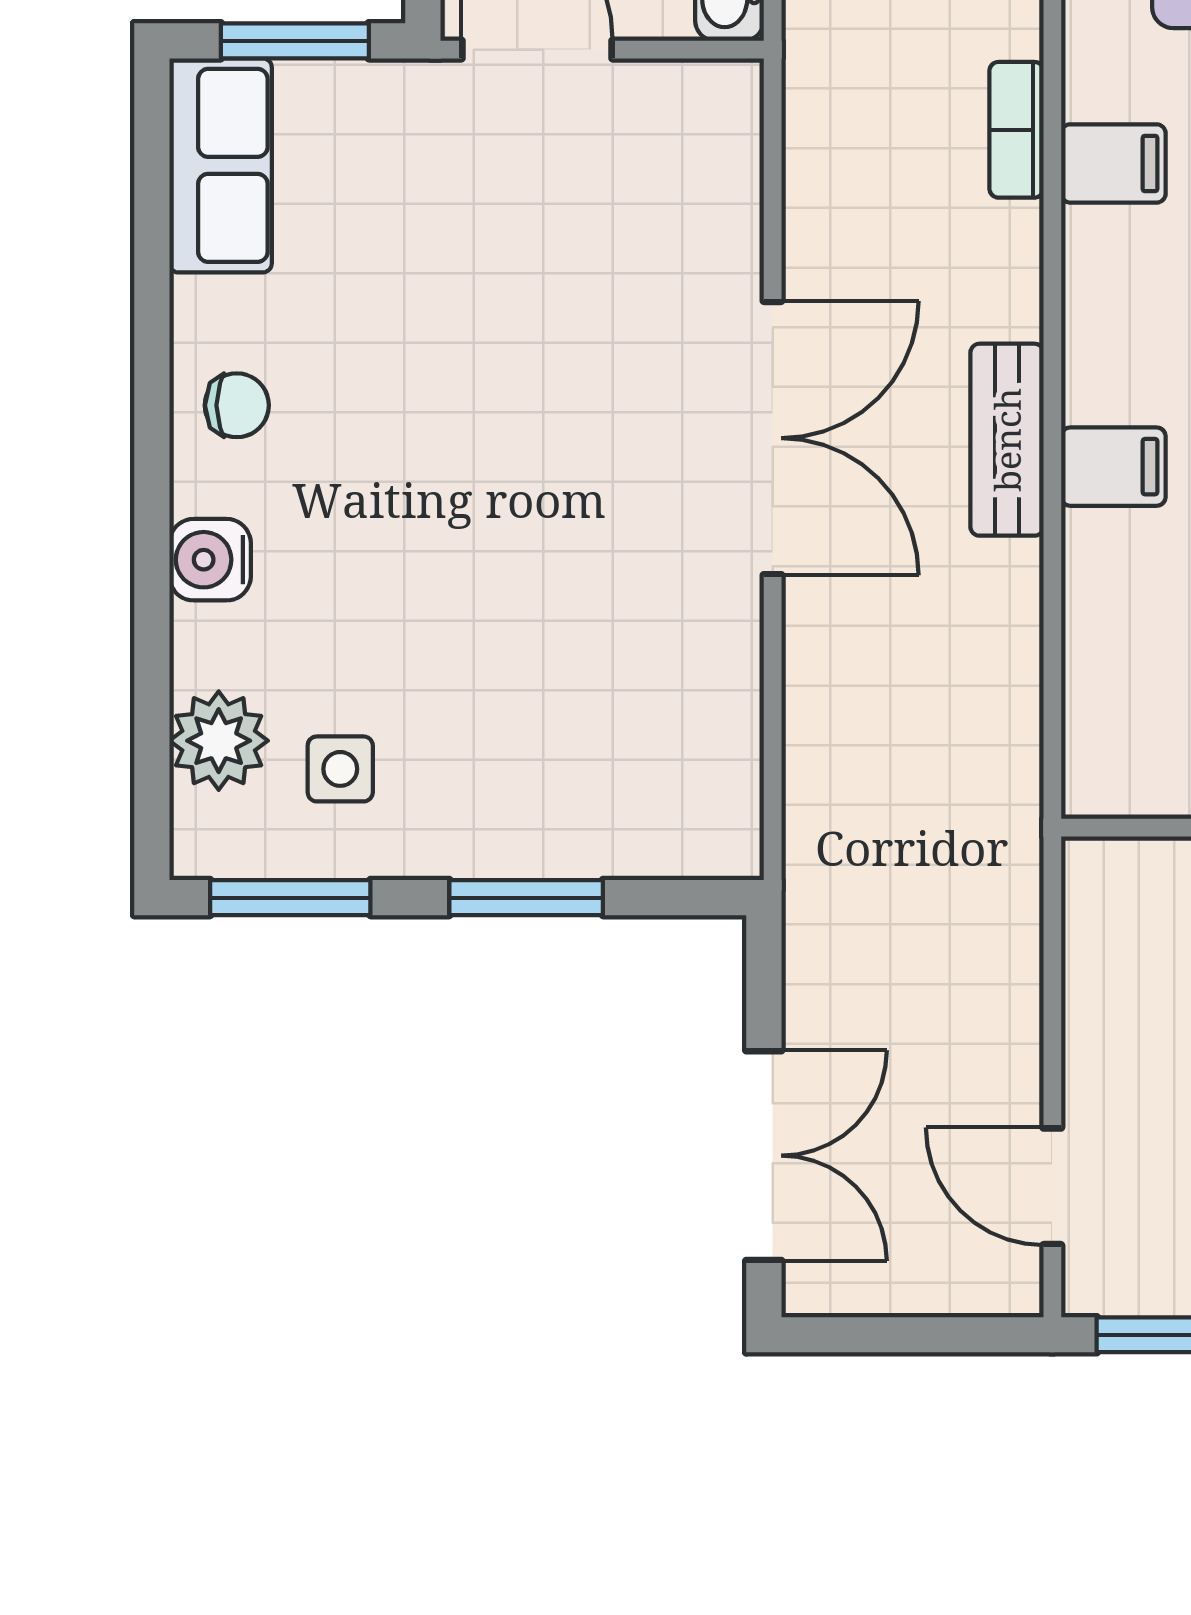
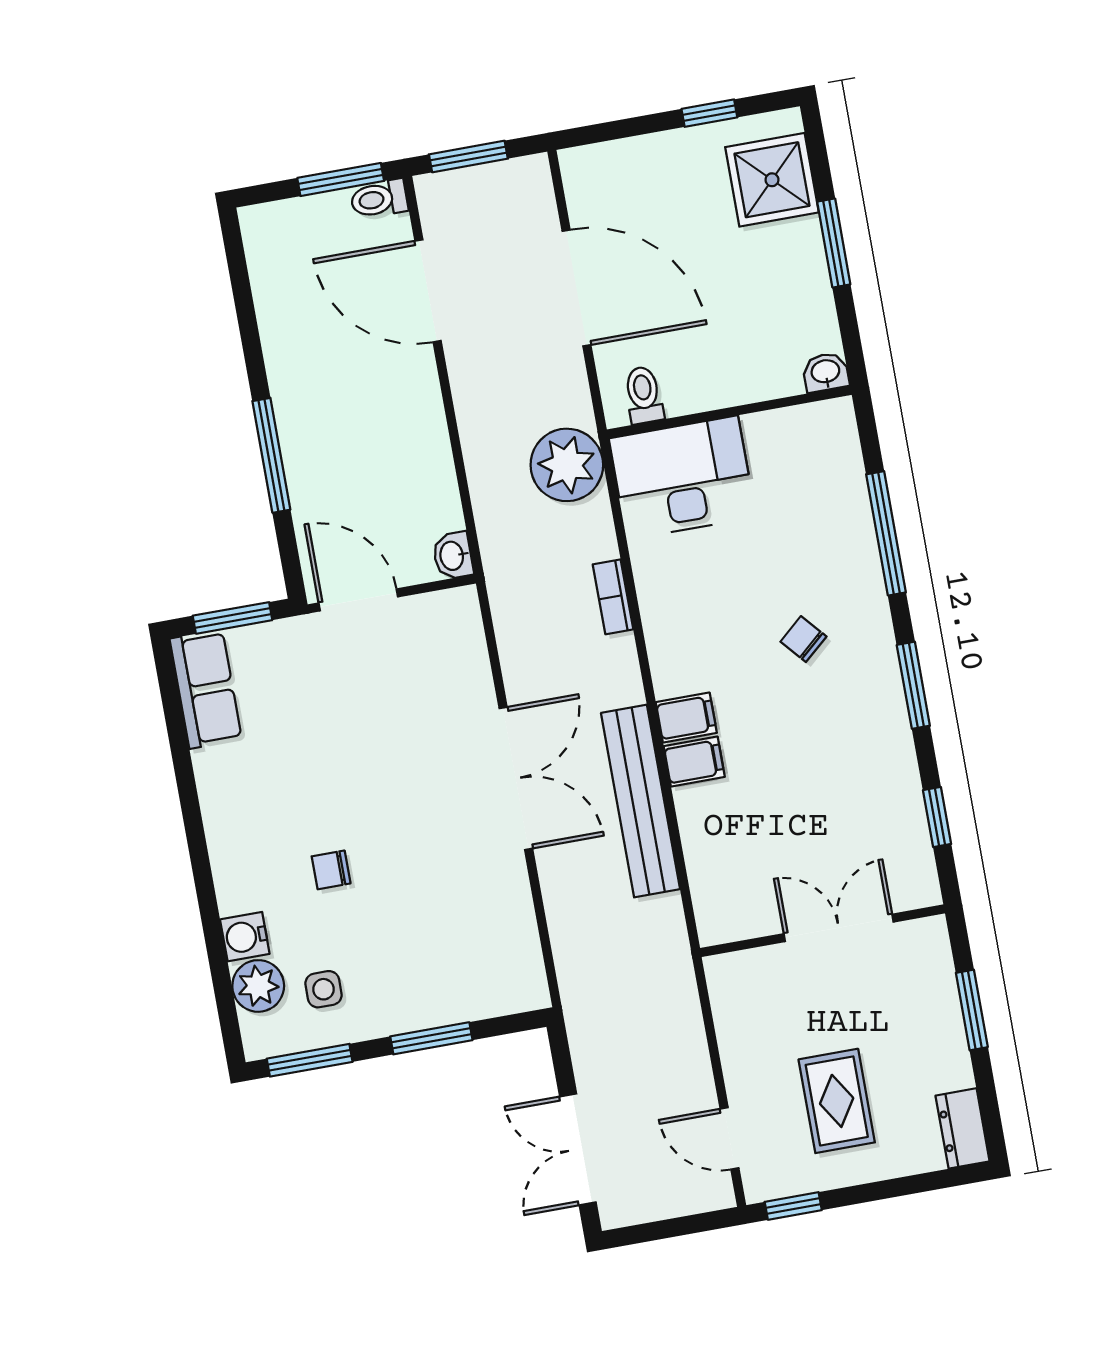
filing cabinet: (1113, 163) -> (686, 718), moved
chair: (237, 405) -> (331, 870), moved, turned 180
bench: (1007, 440) -> (640, 801), width x1.86, depth x1.21
water cooler: (210, 560) -> (245, 937), moved
double door: (764, 1156) -> (578, 1149), swing flipped

